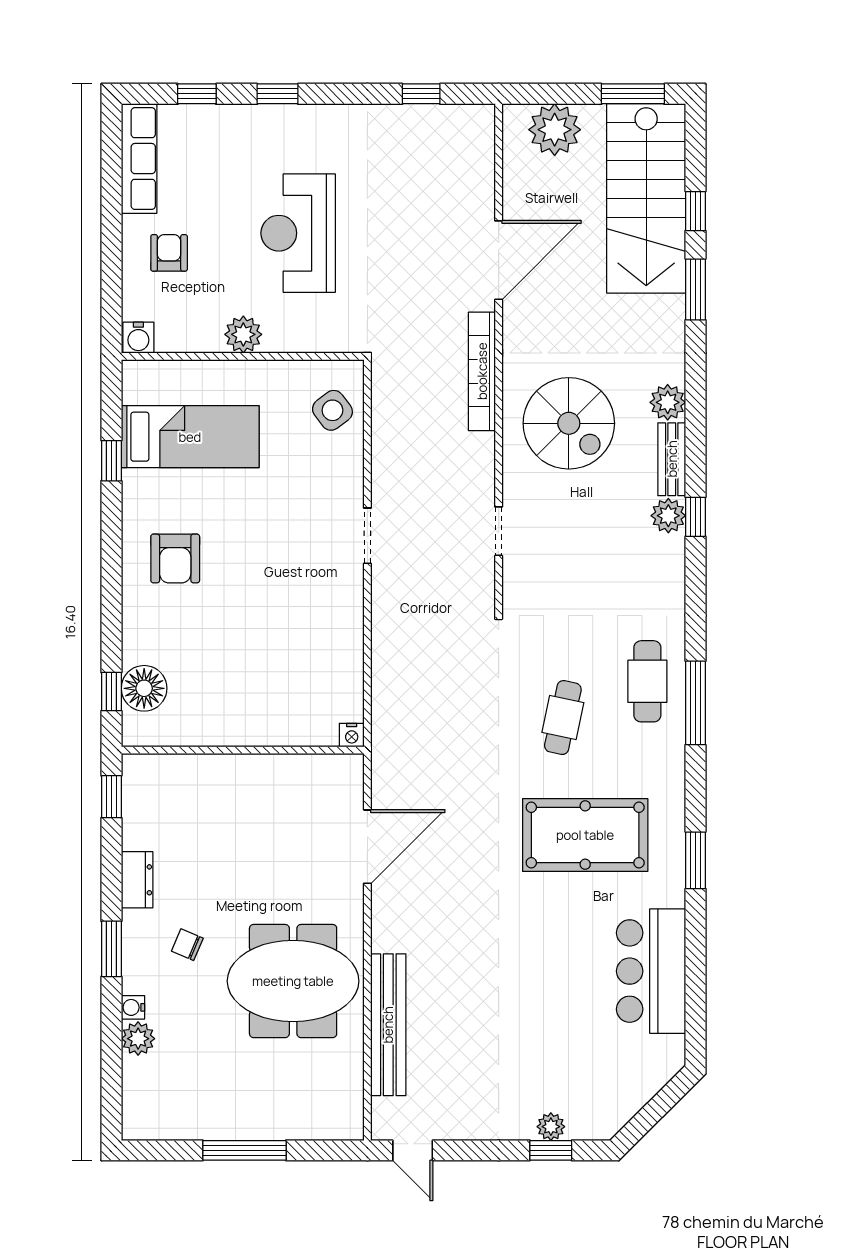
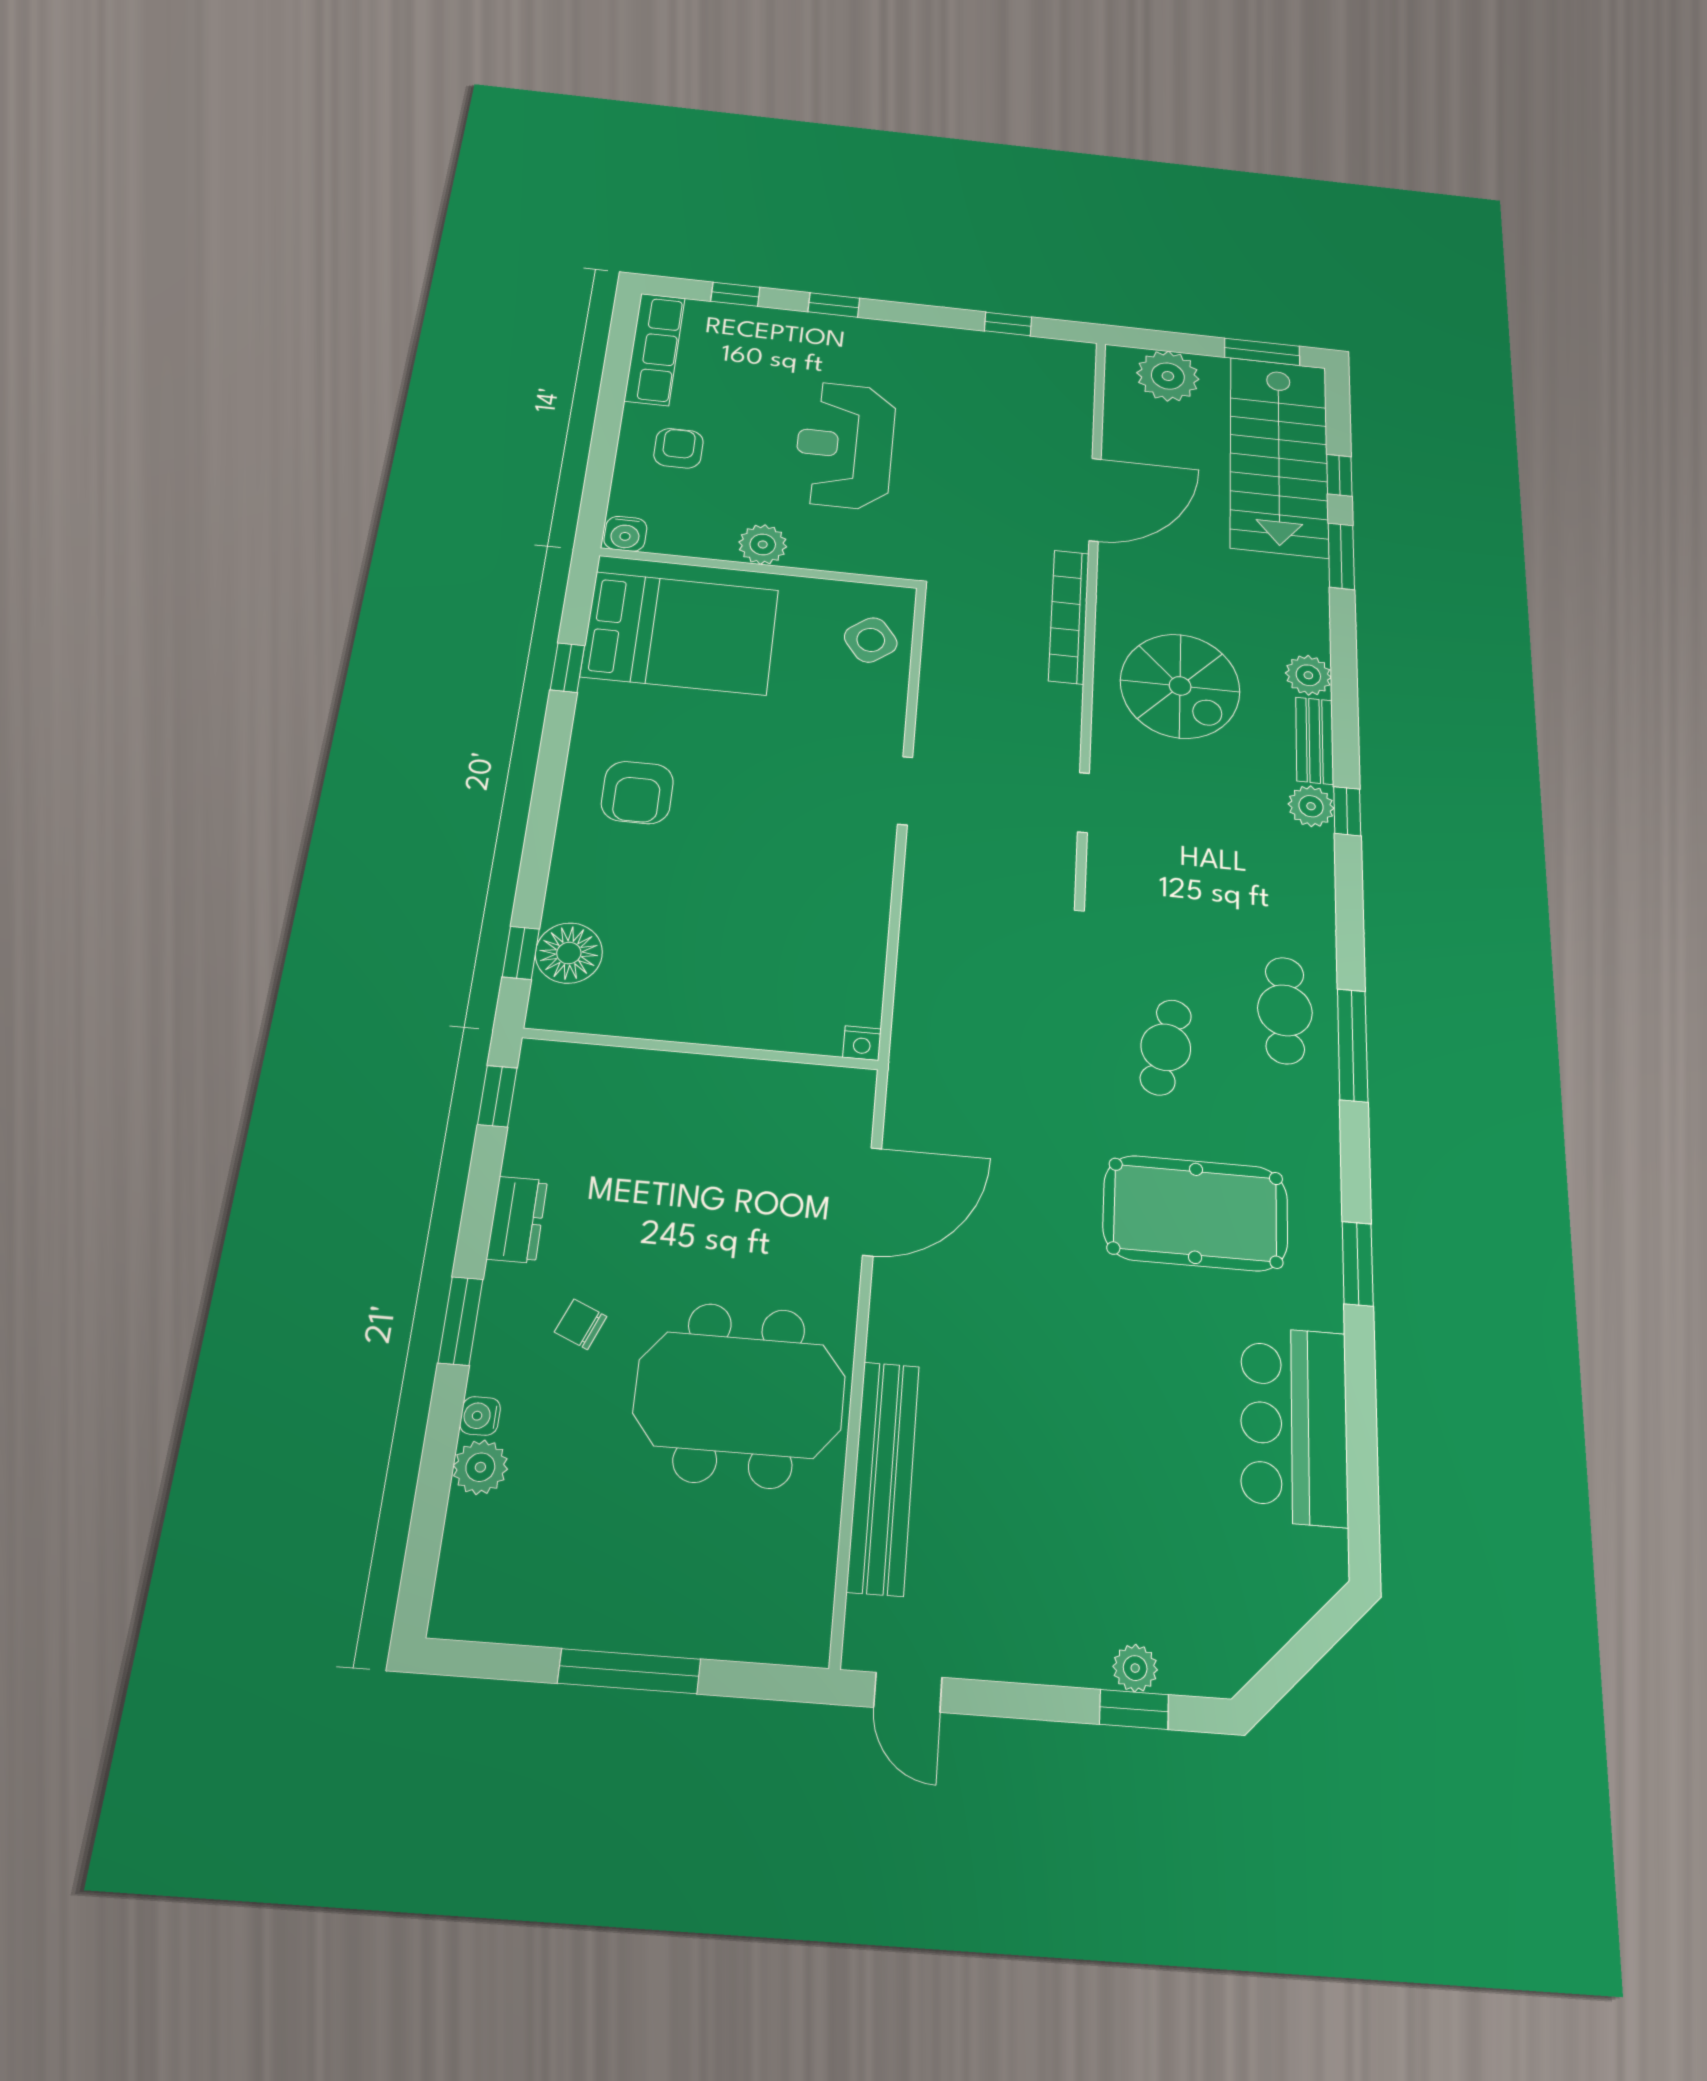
bed: (190, 437) -> (680, 633), width x1.50

